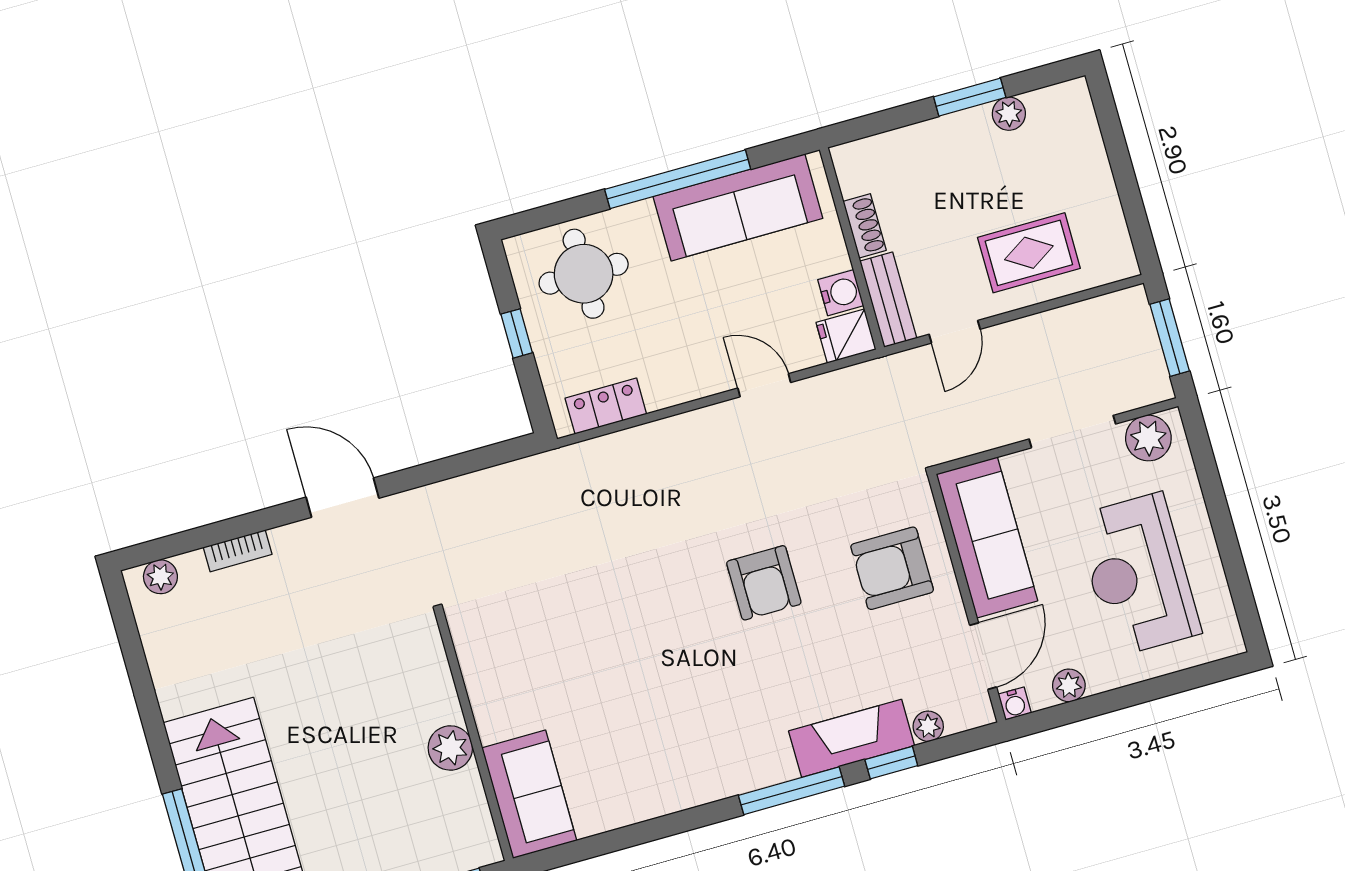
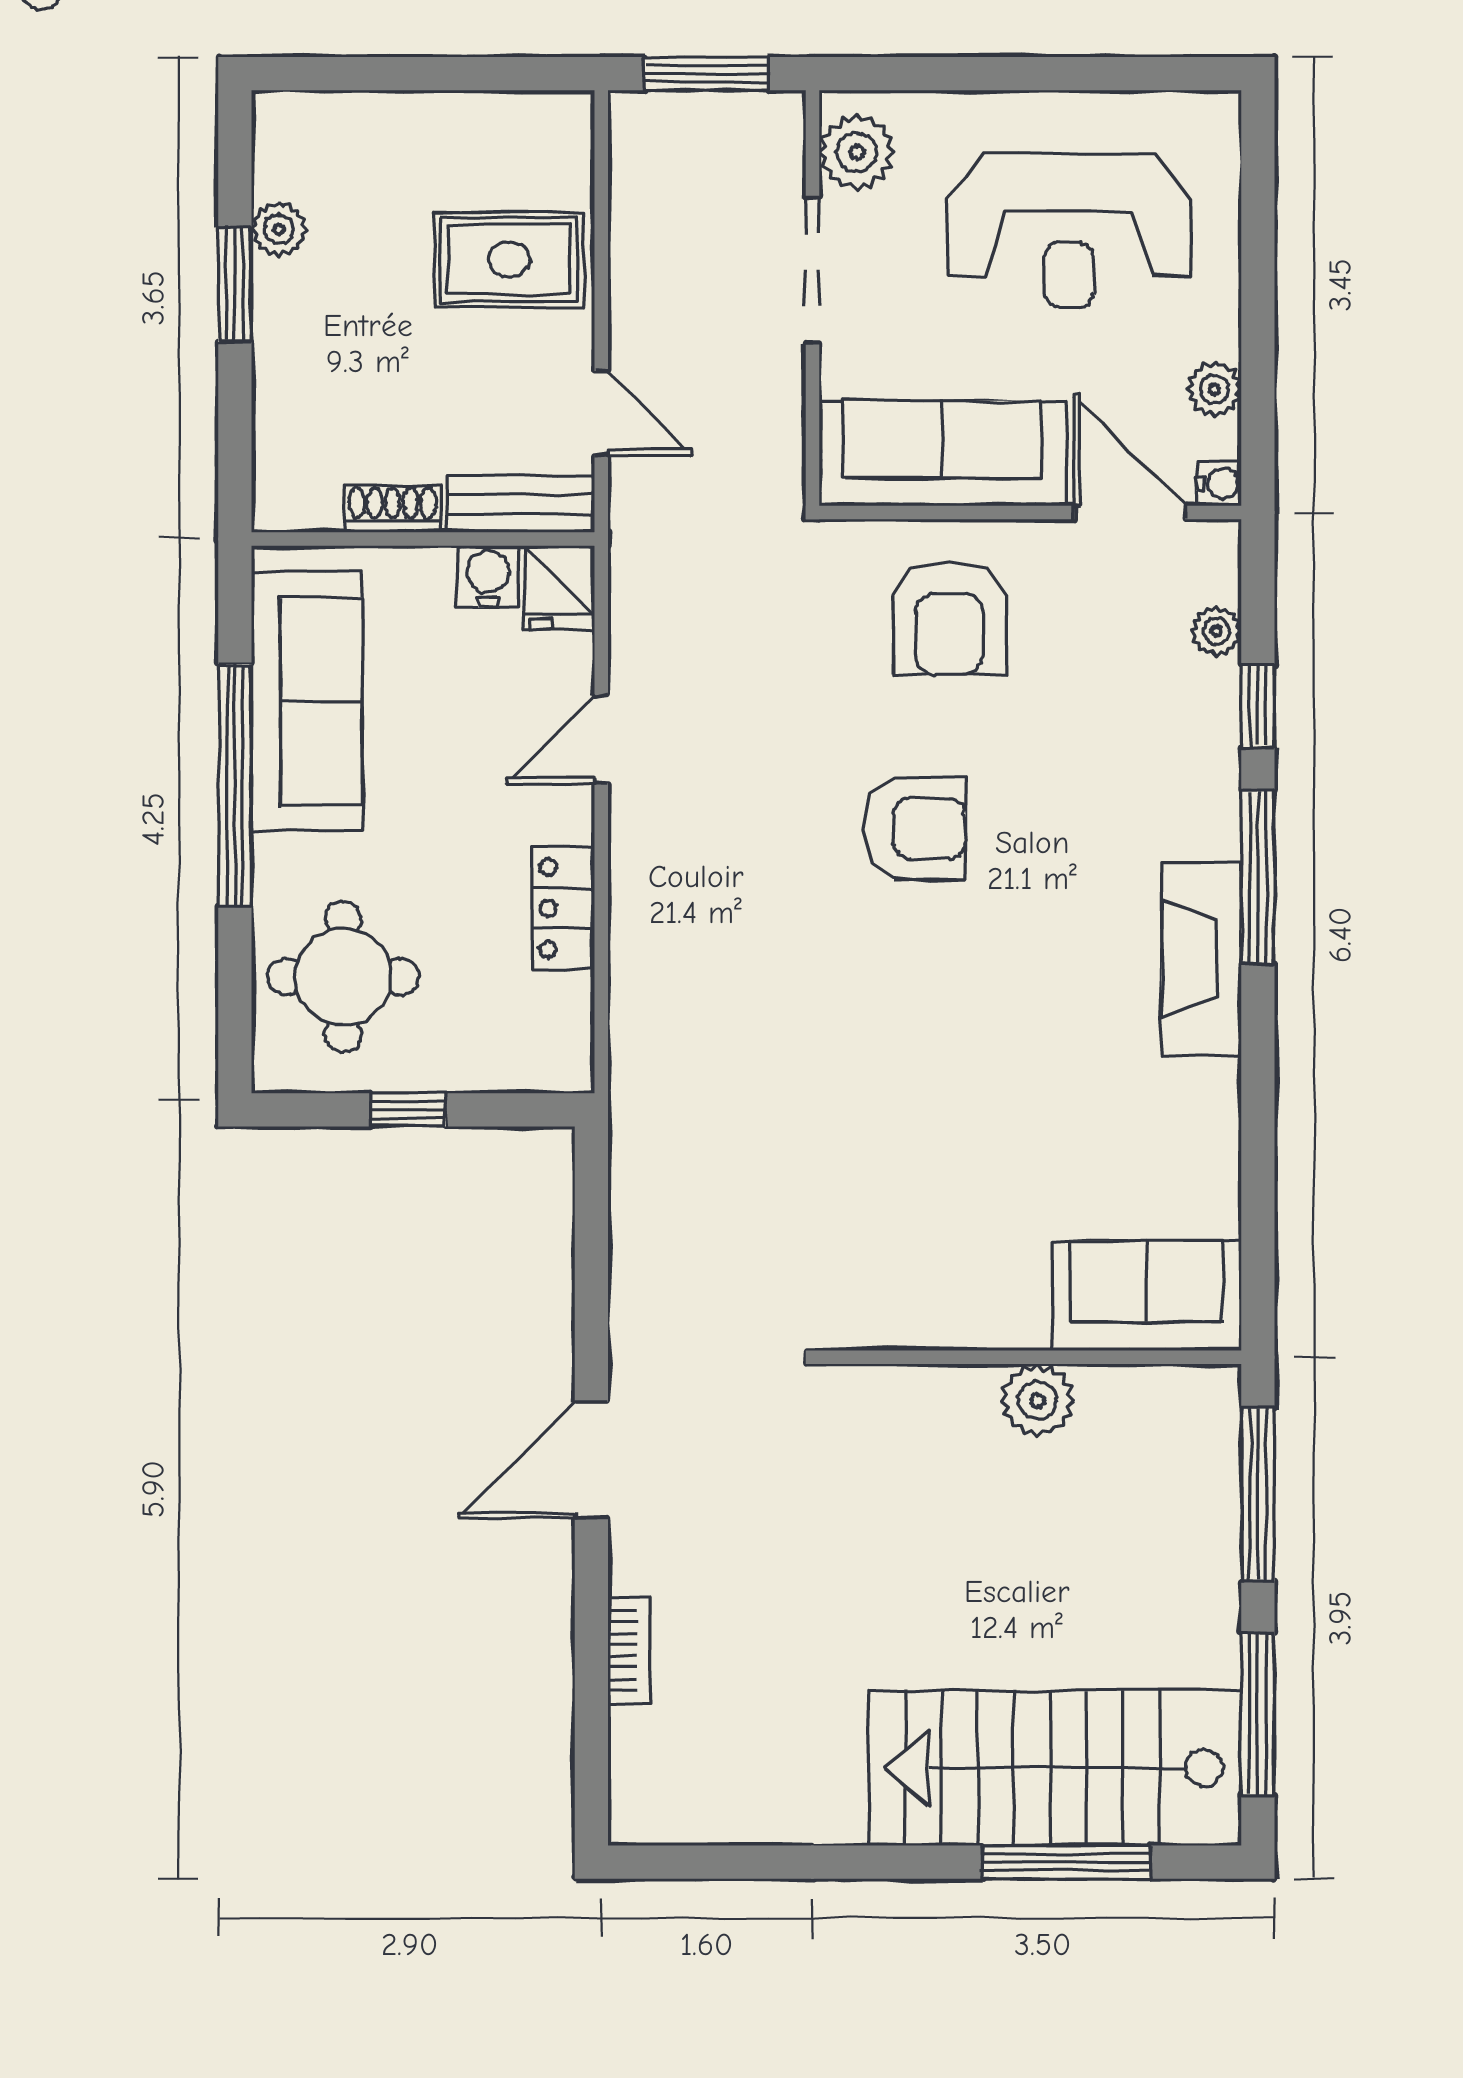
rug: (1029, 253) -> (509, 260), turned 90
locker: (606, 406) -> (564, 908), moved
plant: (160, 577) -> (636, 1785), removed
fireplace: (852, 738) -> (1201, 959), moved

